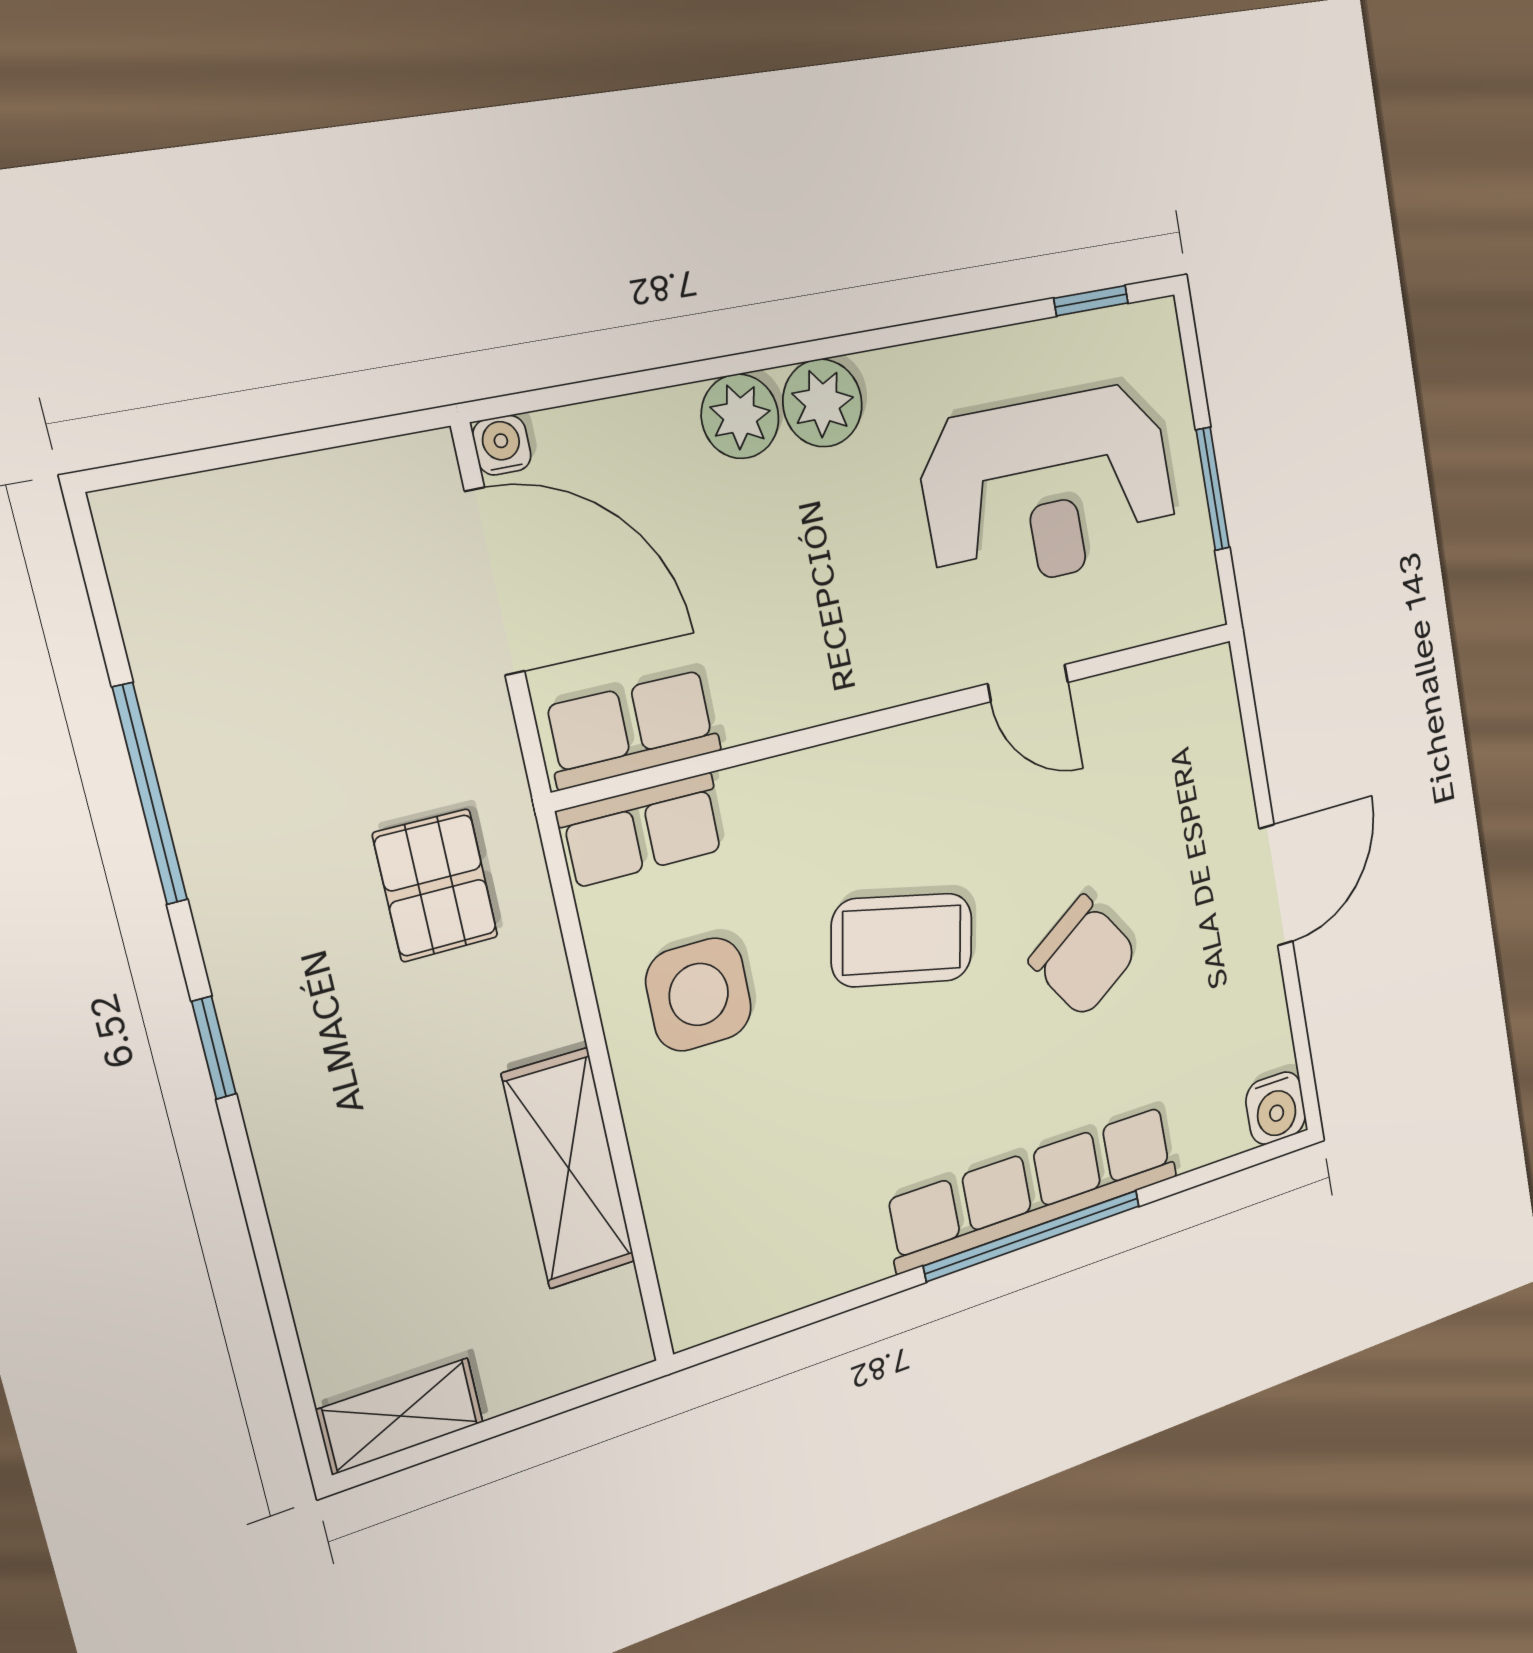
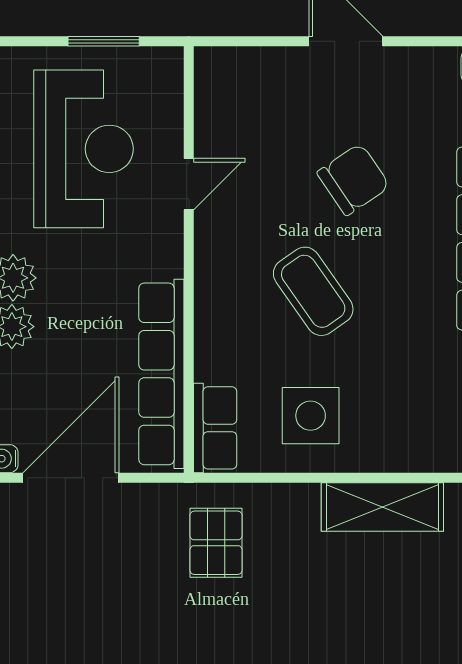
row of seats: (632, 729) -> (161, 374), width x2.02
pallet: (436, 885) -> (216, 543), turned 90
coffee table: (902, 940) -> (313, 291), turned -47

